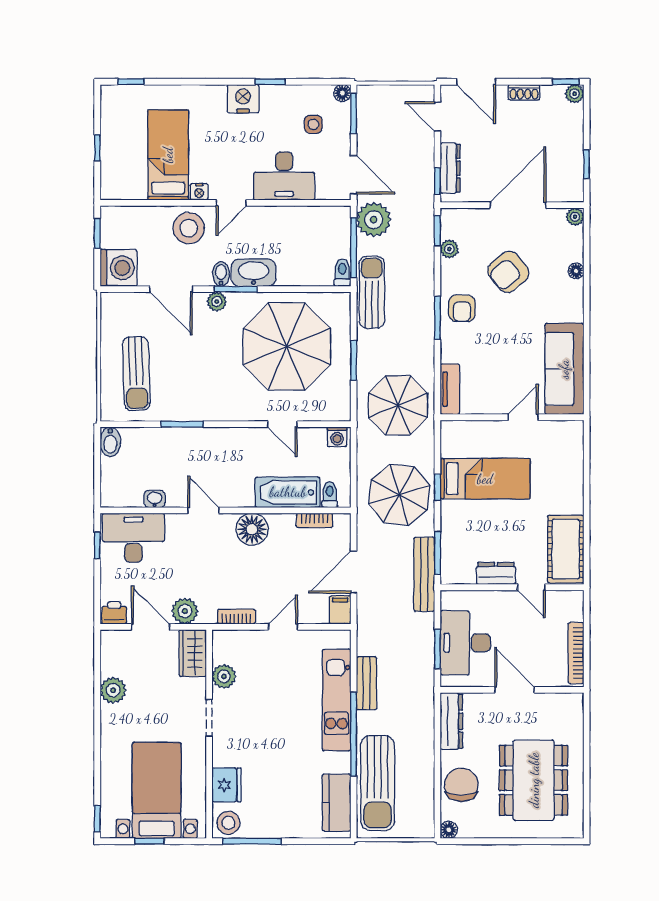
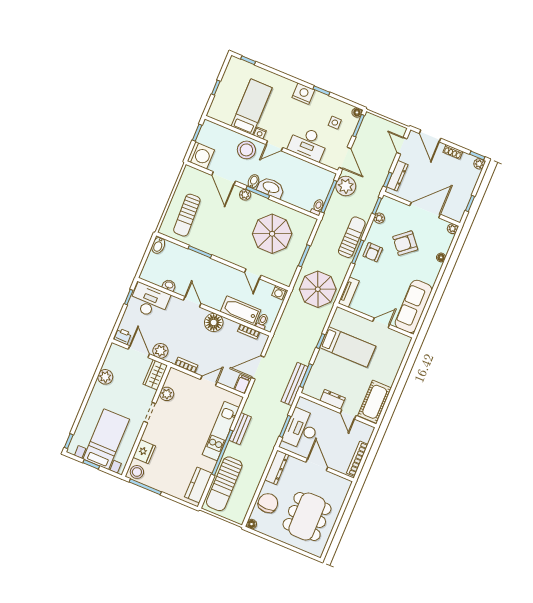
sun lounger: (372, 292) -> (352, 237), moved
parasol: (287, 346) -> (272, 234), width x0.73, depth x0.73
parasol: (399, 495) -> (299, 337), removed

